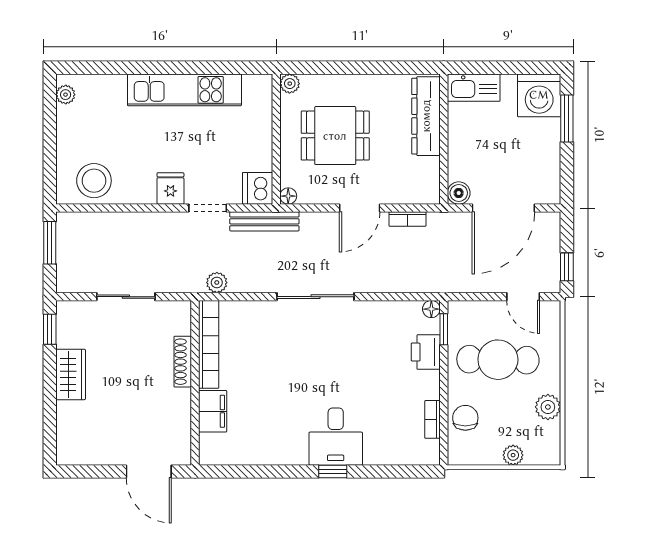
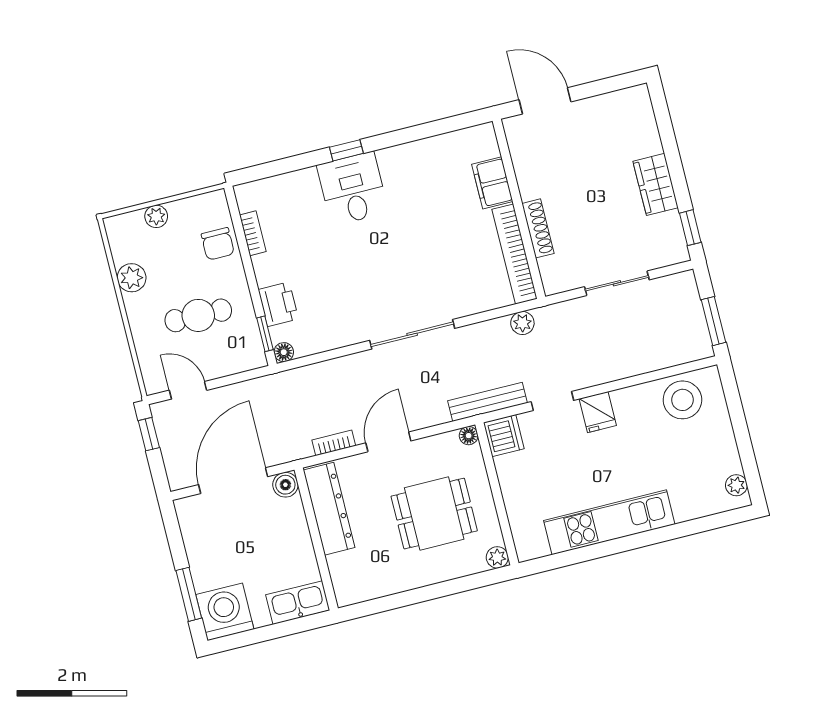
dresser: (426, 116) -> (329, 509), moved
cafe table: (498, 360) -> (198, 315), width x0.73, depth x0.74

